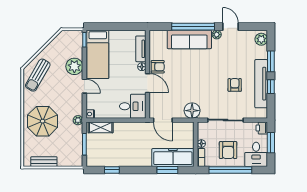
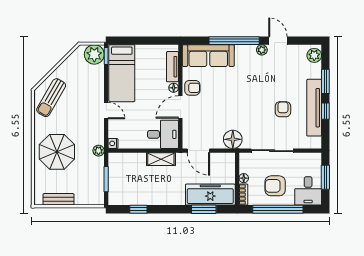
sofa: (189, 39) -> (208, 56), moved
plant: (74, 66) -> (94, 54), moved
door: (147, 83) -> (180, 107), swing flipped
shelving: (101, 127) -> (161, 159), moved
printer: (262, 128) -> (315, 160), removed
armchair: (228, 150) -> (275, 186), turned 90

